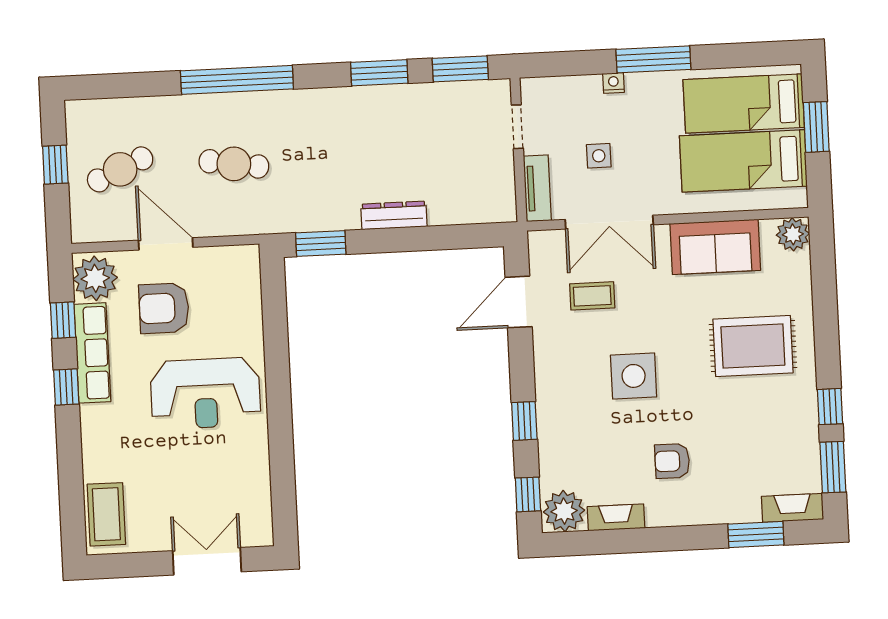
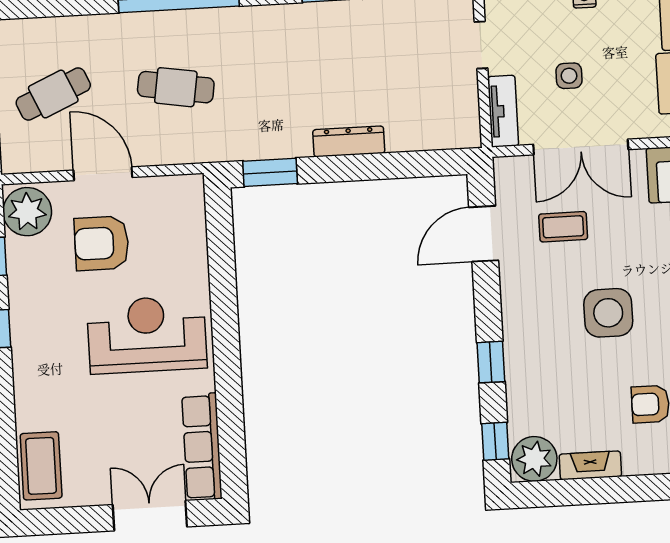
row of seats: (92, 353) -> (202, 447), moved, turned 180
reception desk: (205, 393) -> (147, 335), turned 180

